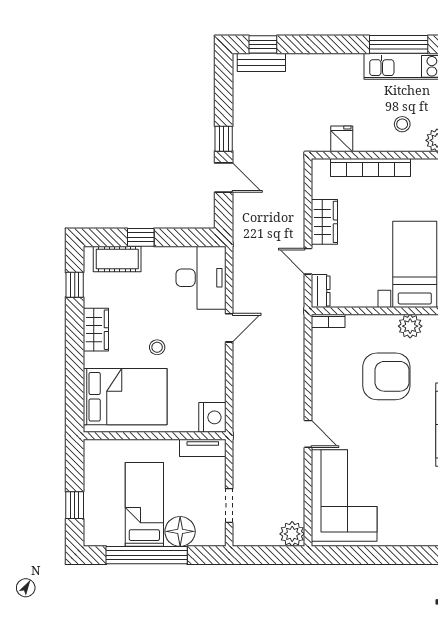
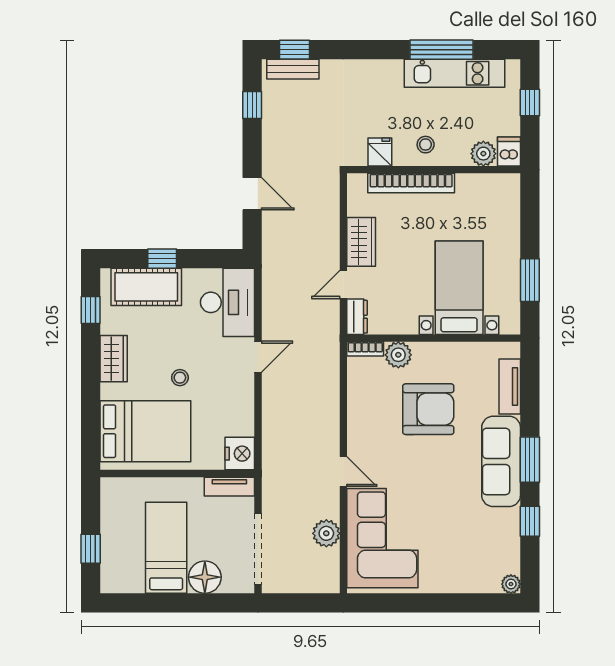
stool: (402, 124) -> (426, 145), moved
window: (224, 139) -> (252, 105), moved
cot: (117, 259) -> (146, 287), width x1.37, depth x1.34
door: (308, 261) -> (343, 284), hinge flipped
plant: (410, 326) -> (398, 355), moved
doorway: (229, 506) -> (258, 549), width x1.88
plant: (292, 534) -> (326, 533), moved
window: (147, 555) -> (169, 603), removed

